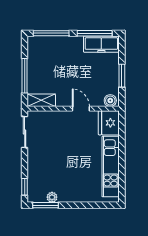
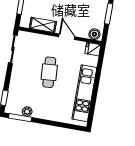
shelving: (41, 100) -> (43, 25), moved
fridge: (109, 123) -> (93, 49), width x0.53, depth x0.75
cafe table: (68, 150) -> (49, 72), added

